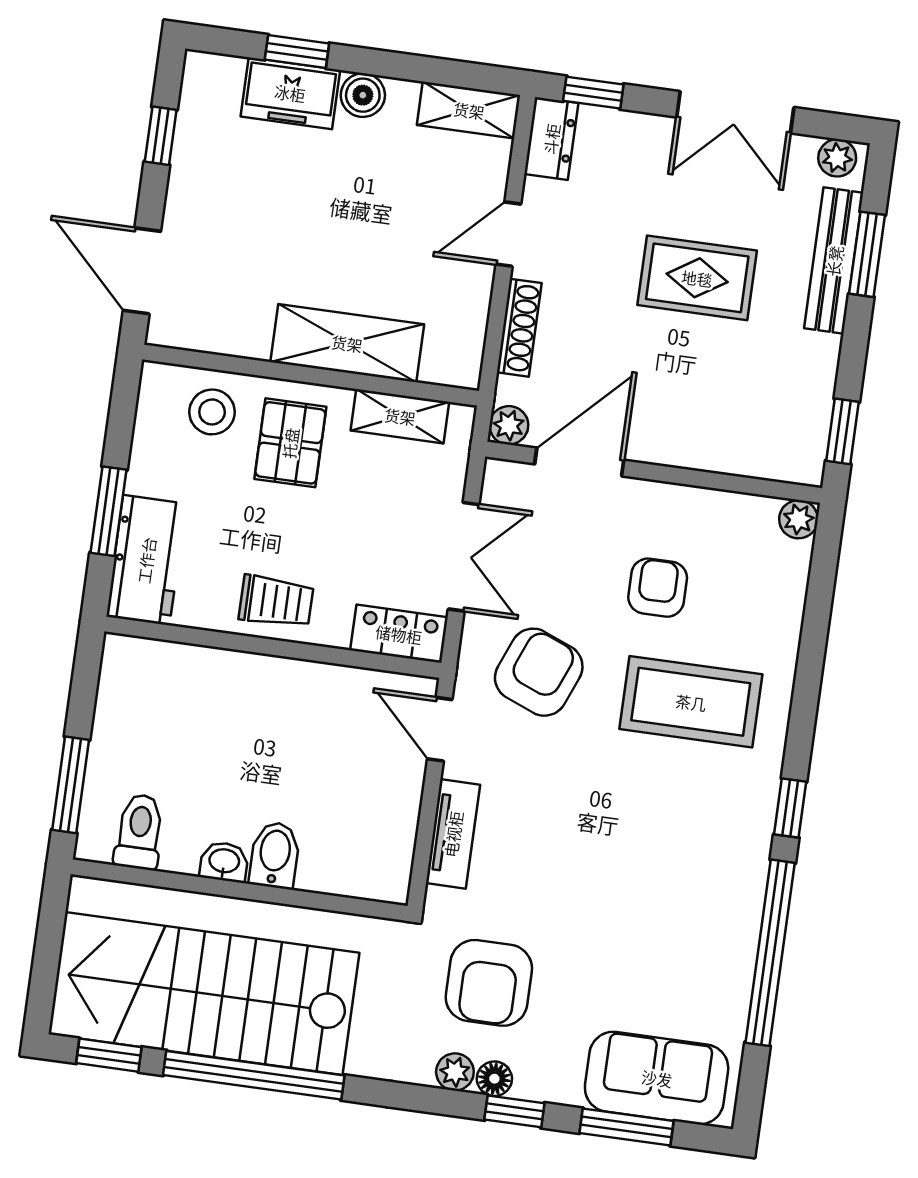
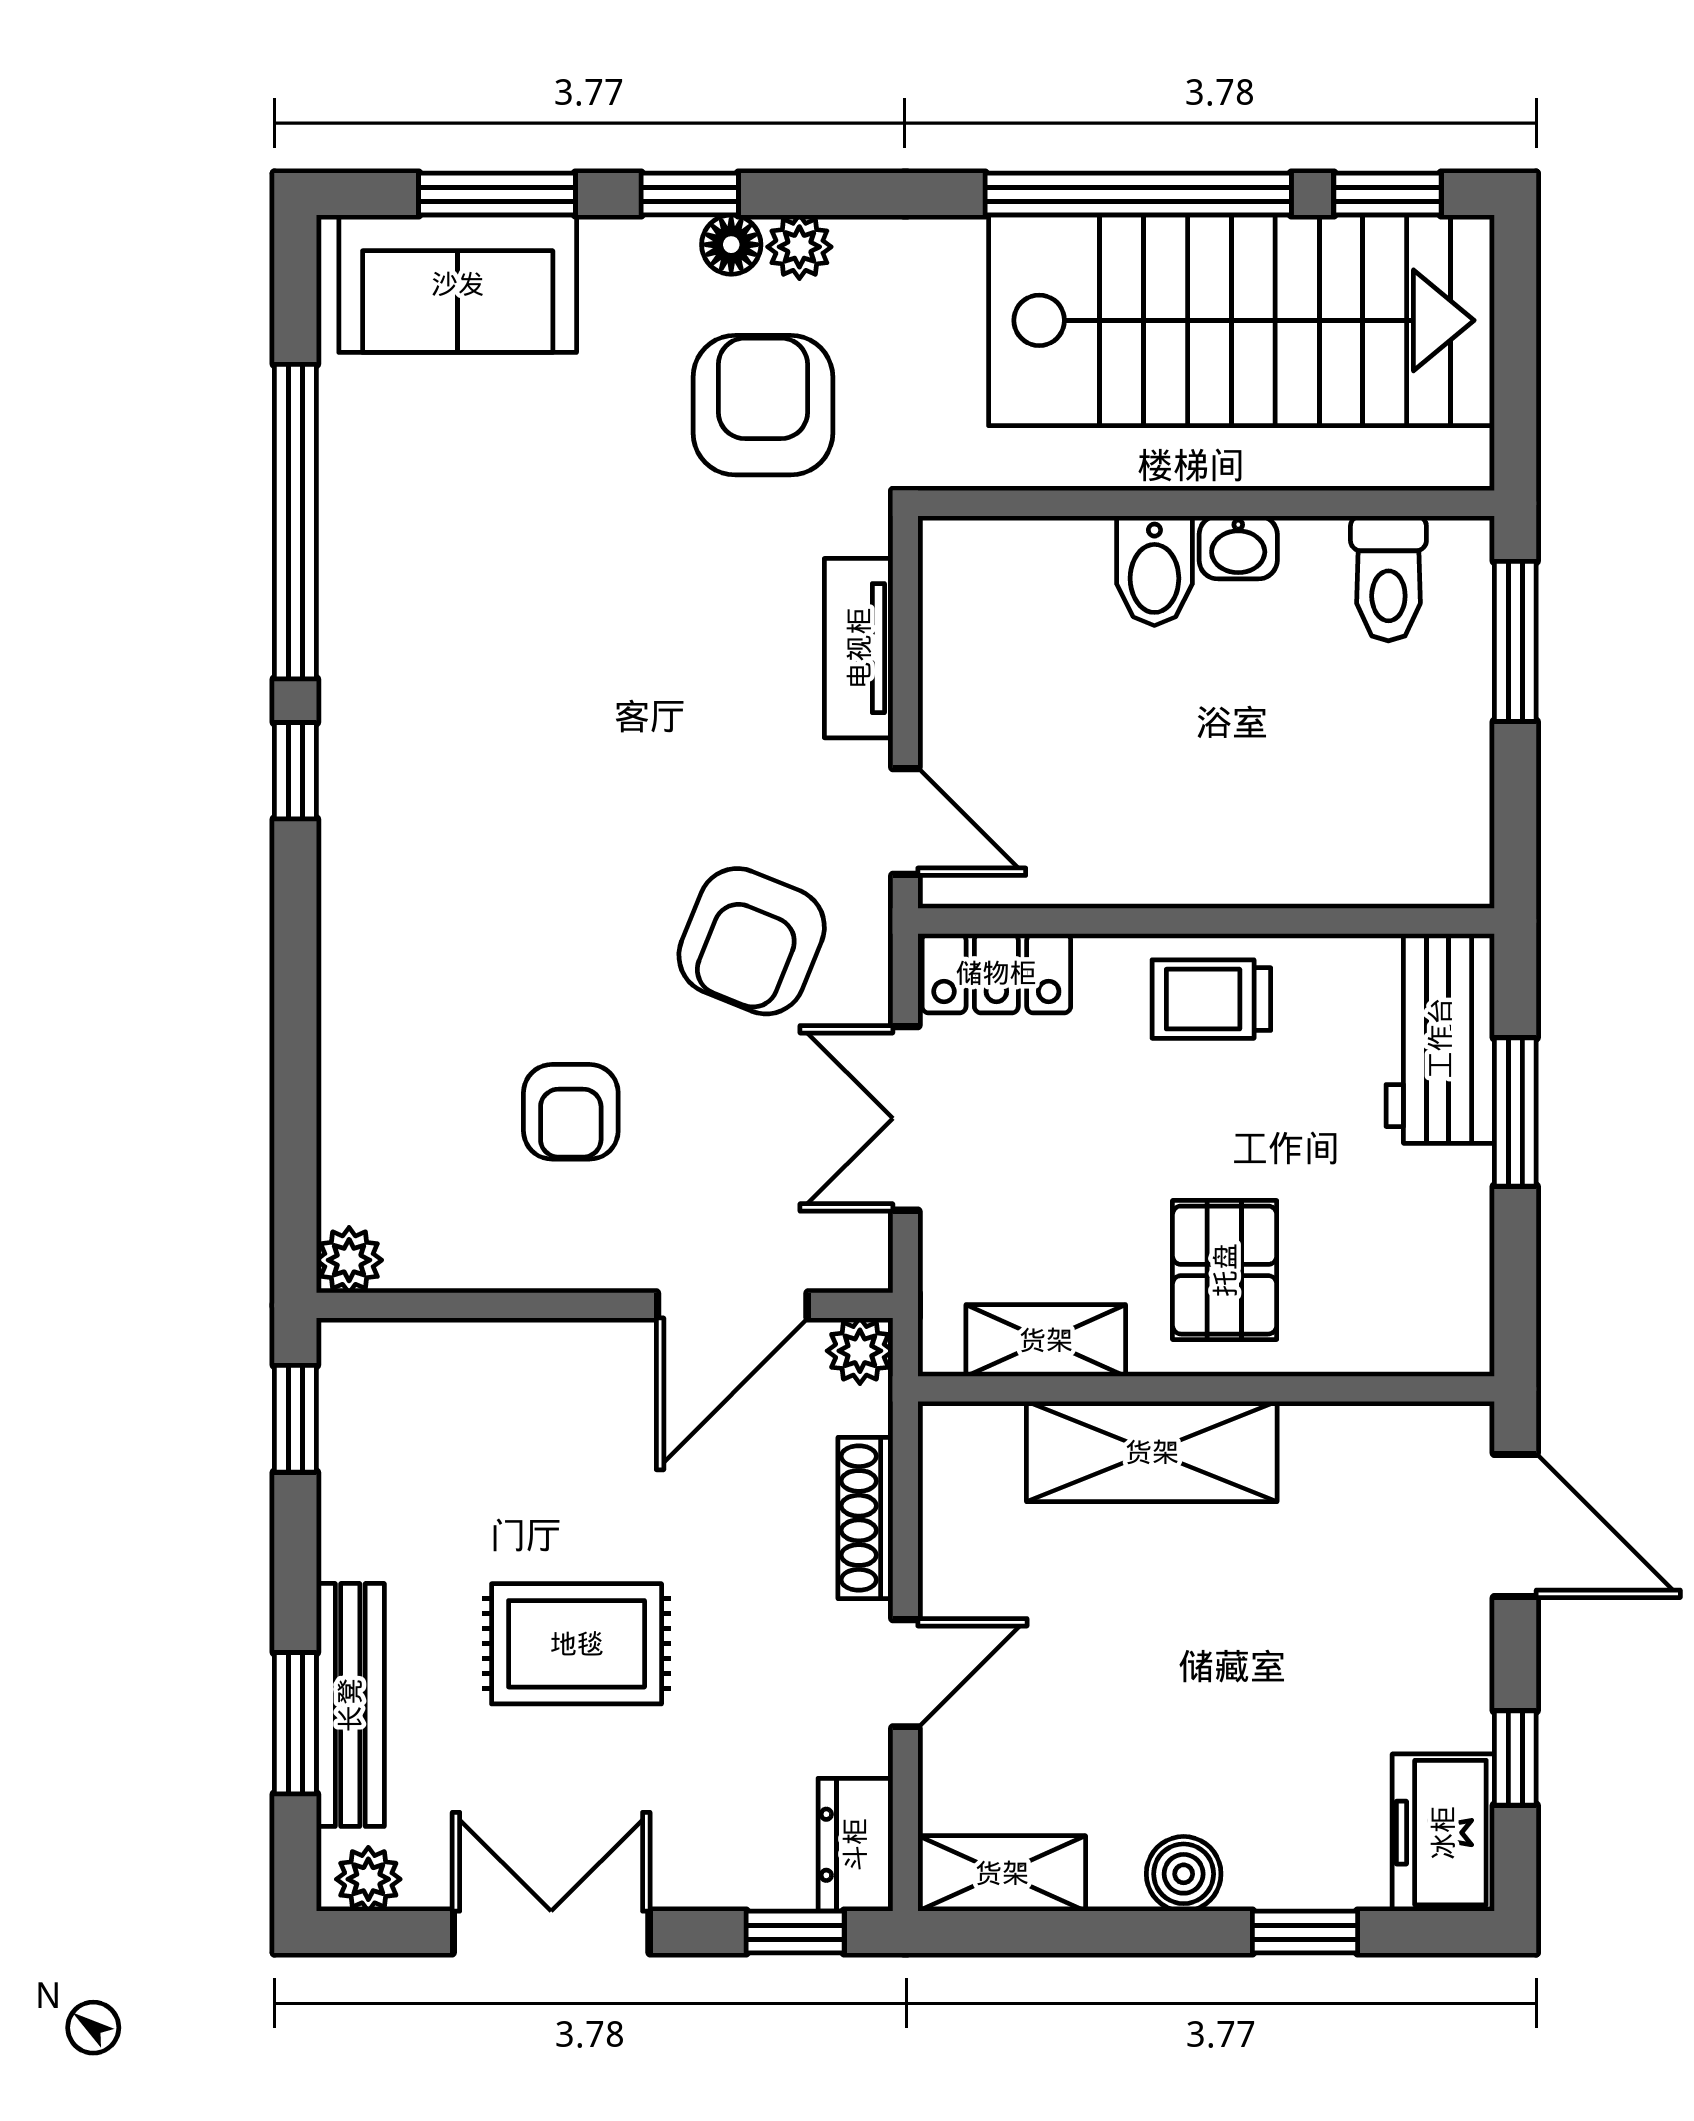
freezer: (290, 93) -> (1443, 1833), moved, turned -90
stool: (212, 412) -> (1364, 1304), removed
coffee table: (691, 702) -> (488, 927), removed

